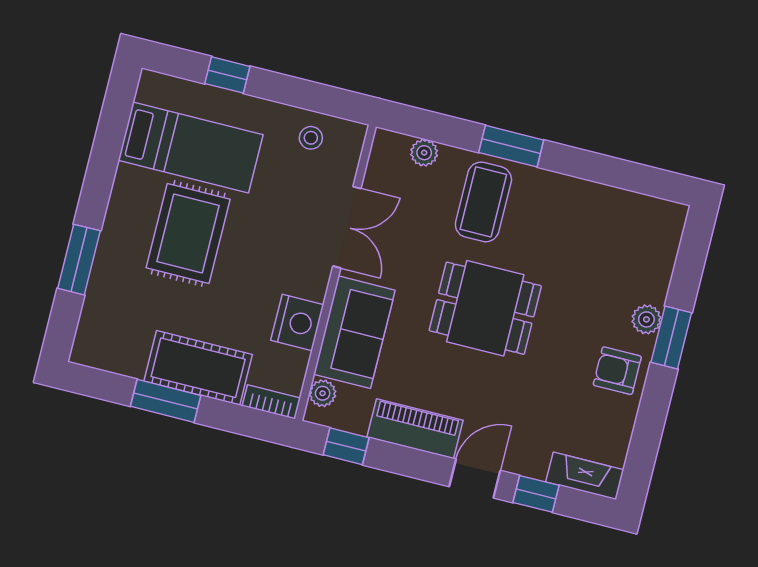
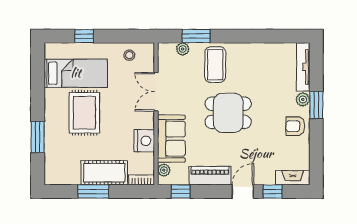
window: (511, 146) -> (196, 36), moved
double door: (347, 227) -> (156, 92), swing flipped
tv unit: (664, 252) -> (303, 67), added

